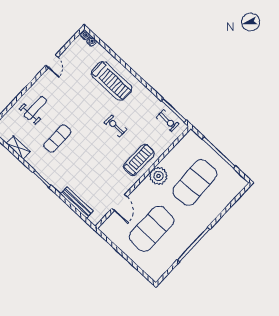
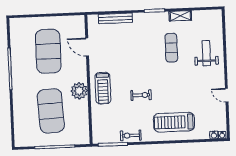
weight bench: (35, 108) -> (206, 53), turned 180
exercise bike: (168, 121) -> (131, 135), moved
shelving: (18, 148) -> (180, 16), moved

